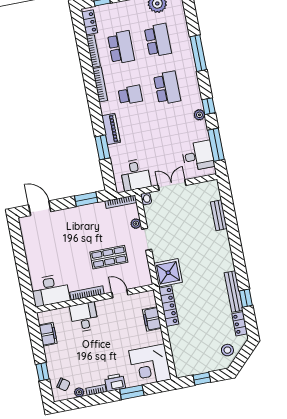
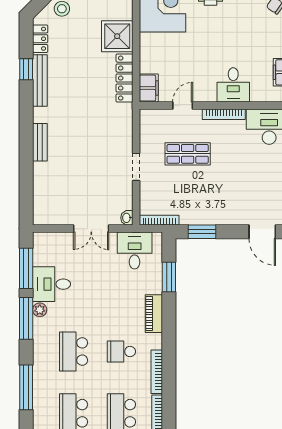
window: (209, 106) -> (26, 318), width x2.17
window: (103, 147) -> (169, 277), moved
desk: (198, 156) -> (52, 284), moved
bench: (219, 215) -> (40, 142), moved
plant: (136, 224) -> (146, 189), removed
shower: (168, 273) -> (117, 36), moved
door: (120, 294) -> (183, 106), swing flipped
filing cabinet: (152, 319) -> (149, 88), moved

